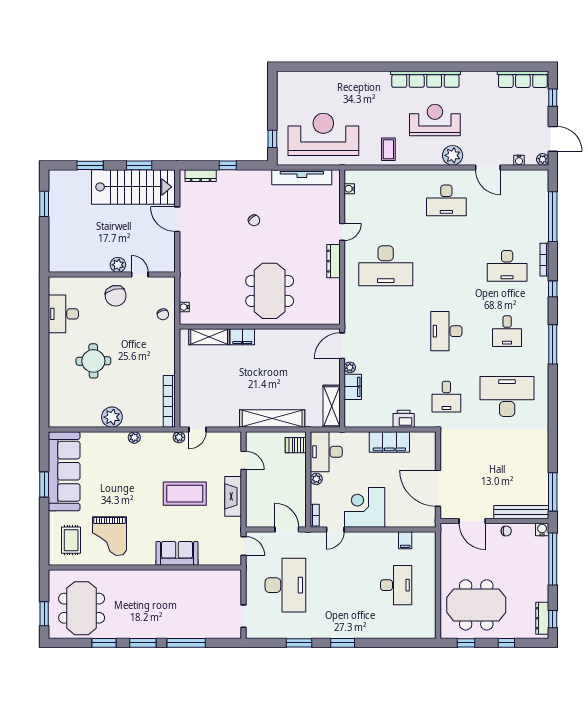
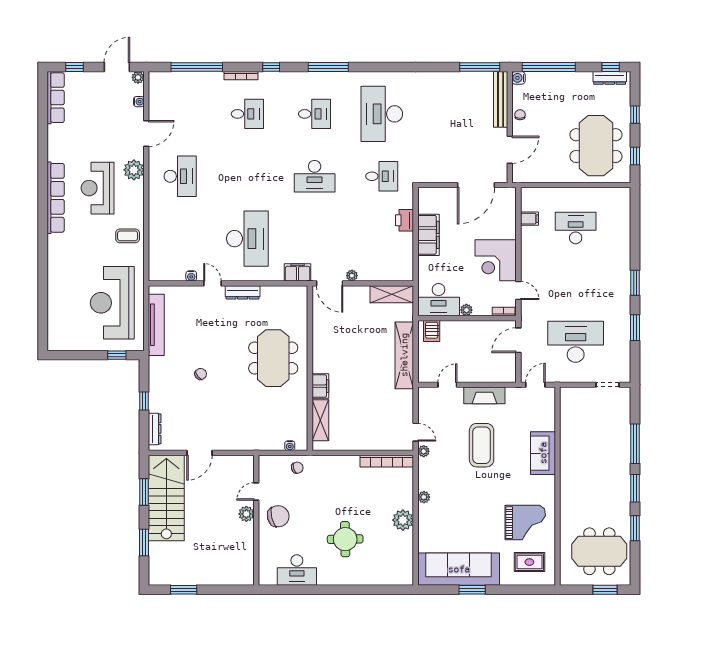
water cooler: (349, 189) -> (191, 276), moved
desk: (507, 266) -> (247, 114), width x0.73
meeting table: (270, 291) -> (273, 358), turned 90
filing cabinet: (353, 387) -> (298, 272), moved

